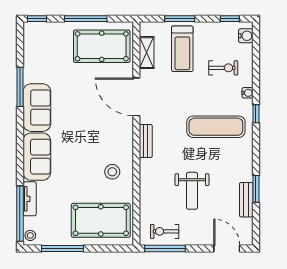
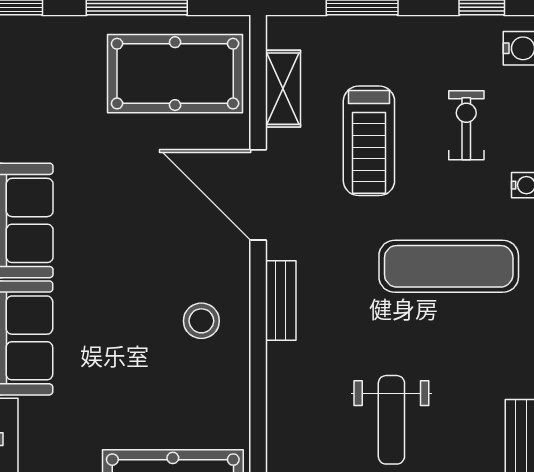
treadmill: (182, 49) -> (369, 141), moved
exercise bike: (223, 68) -> (466, 125), turned -90
stool: (112, 172) -> (201, 321), moved

